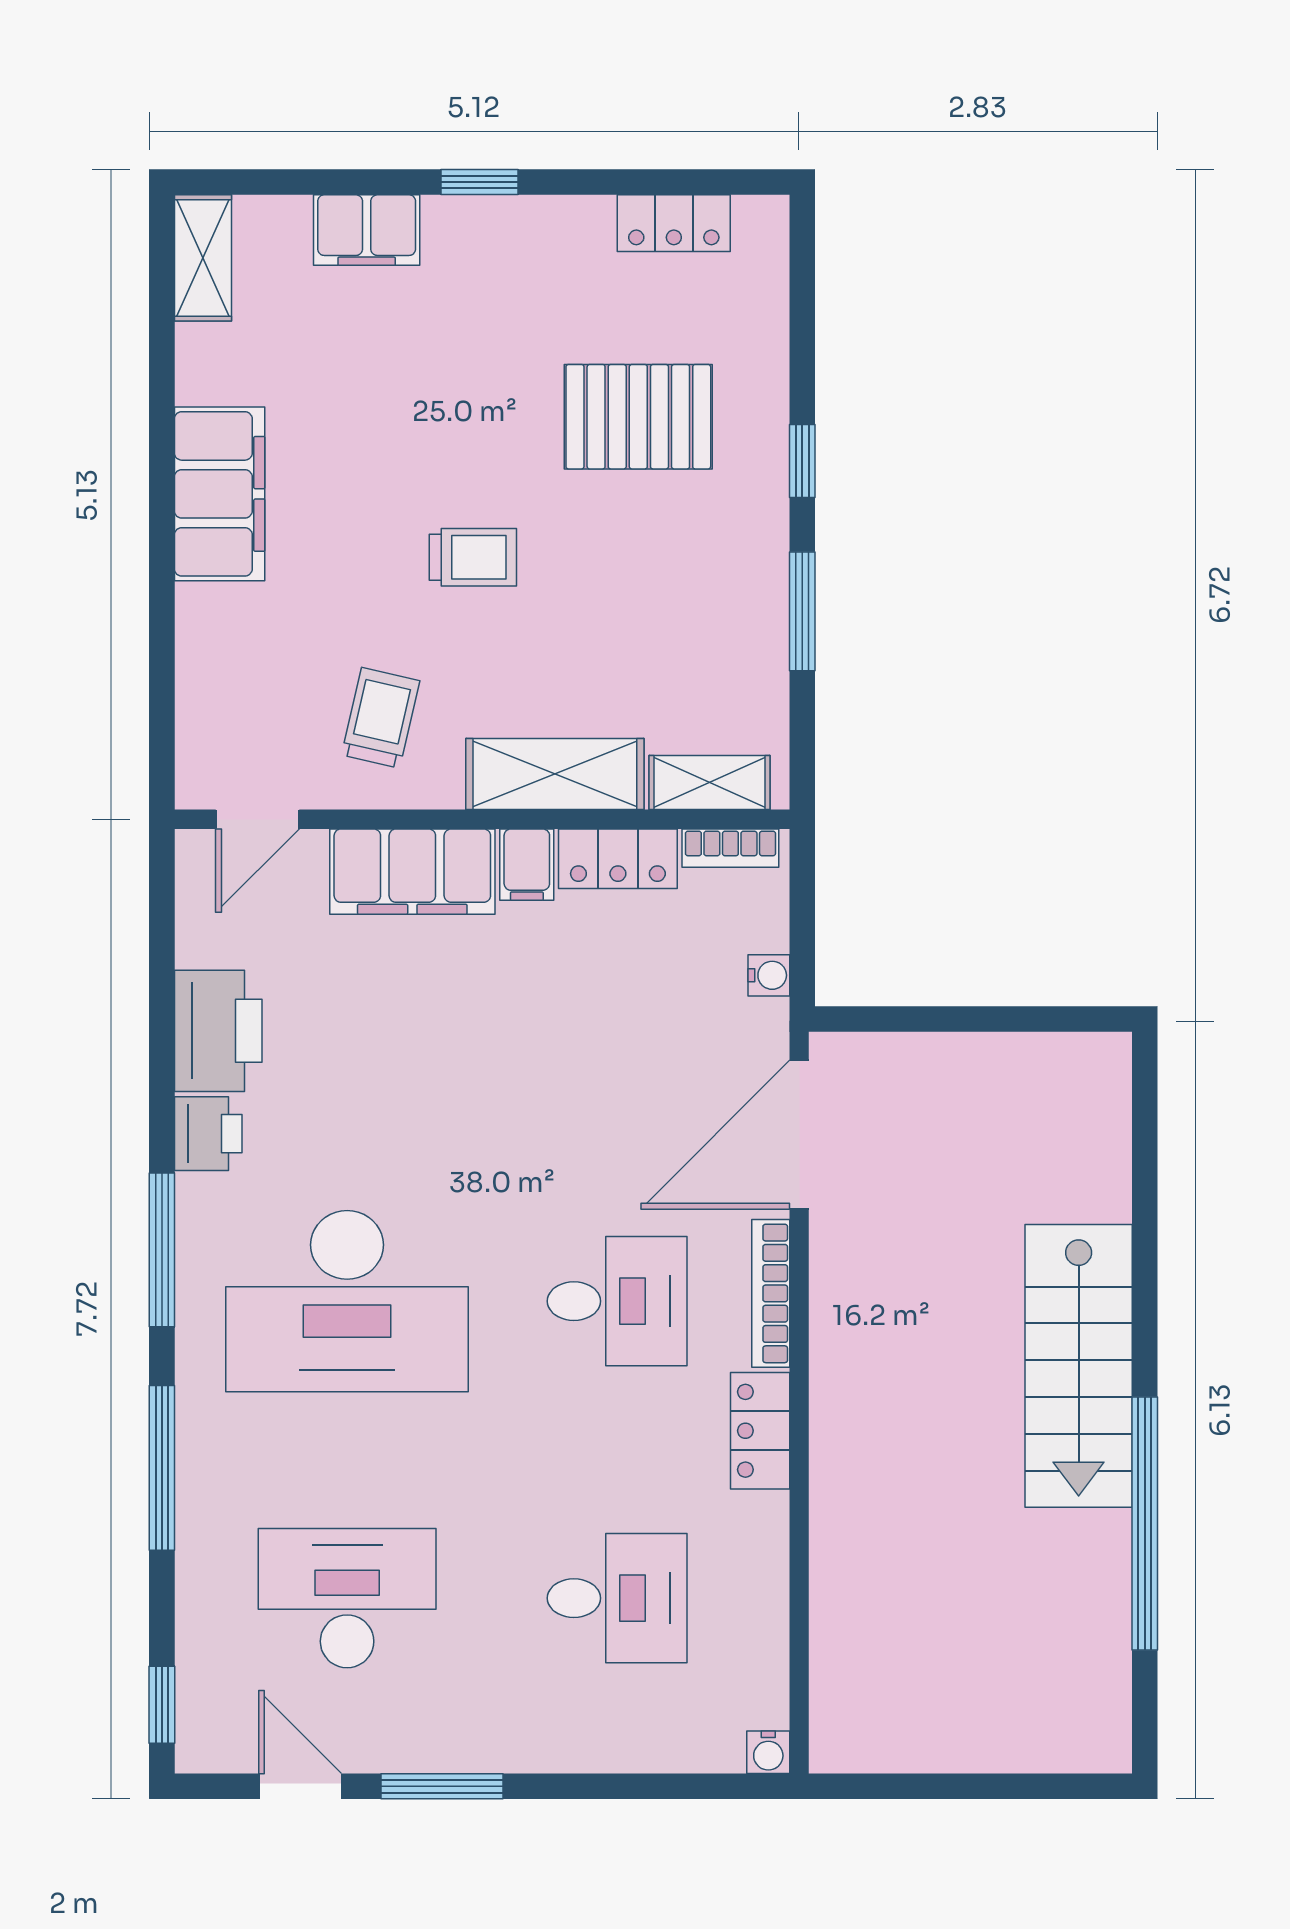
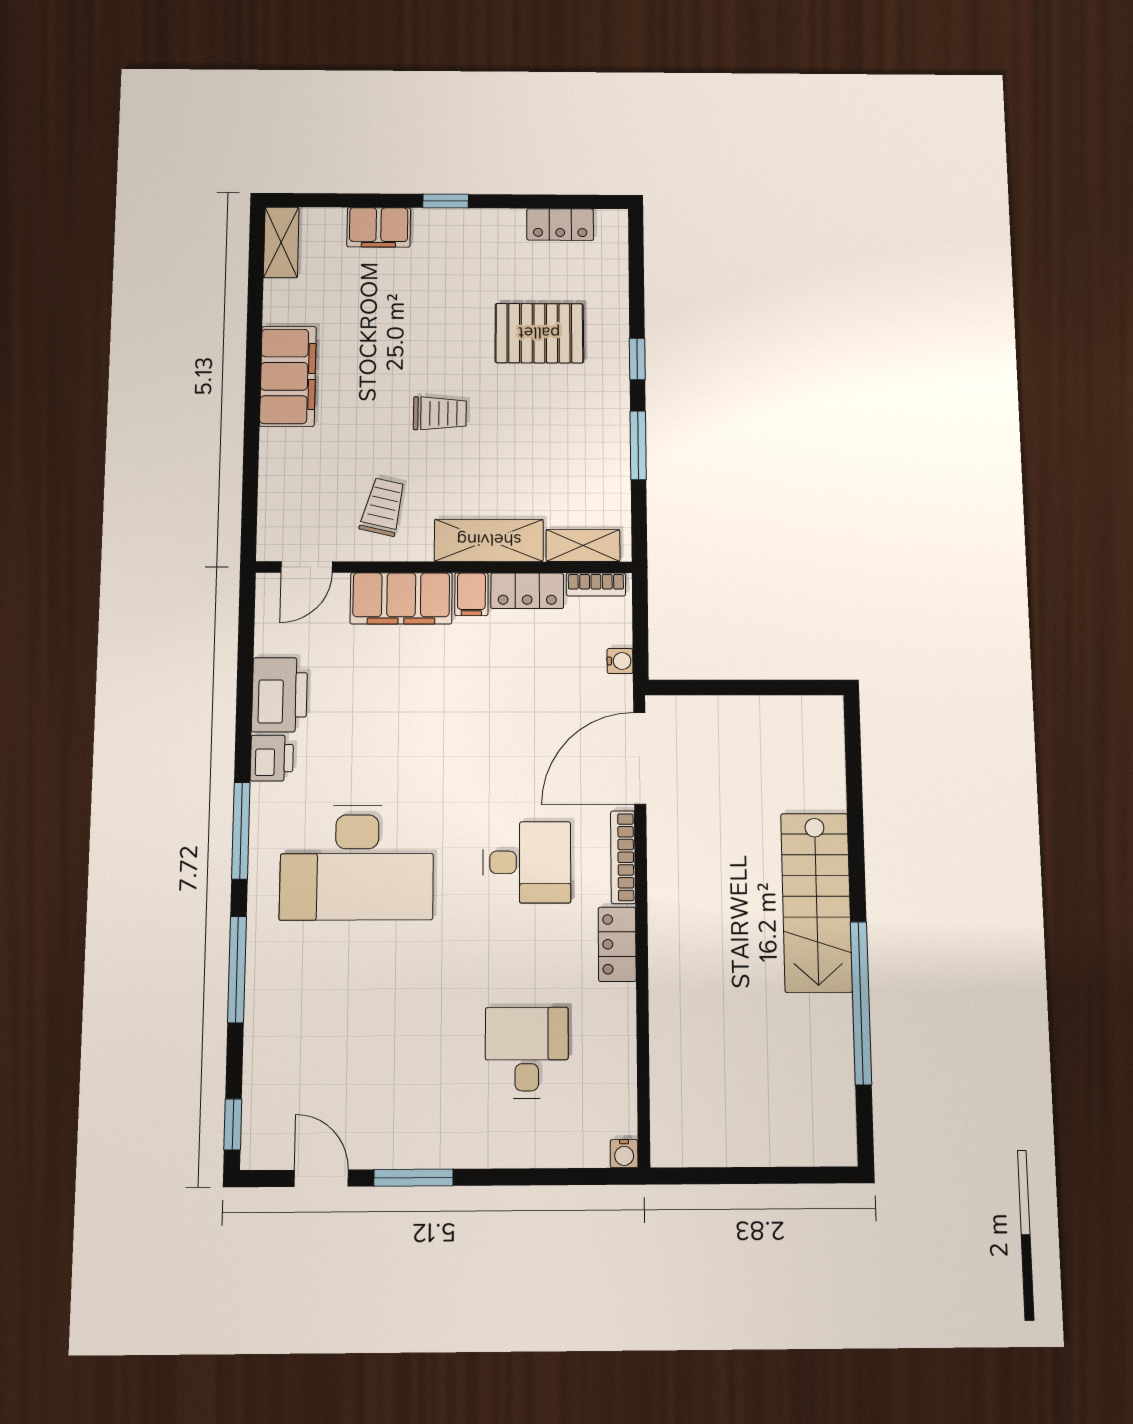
desk: (347, 1598) -> (354, 1054), removed
desk: (617, 1598) -> (527, 1053), turned -90

